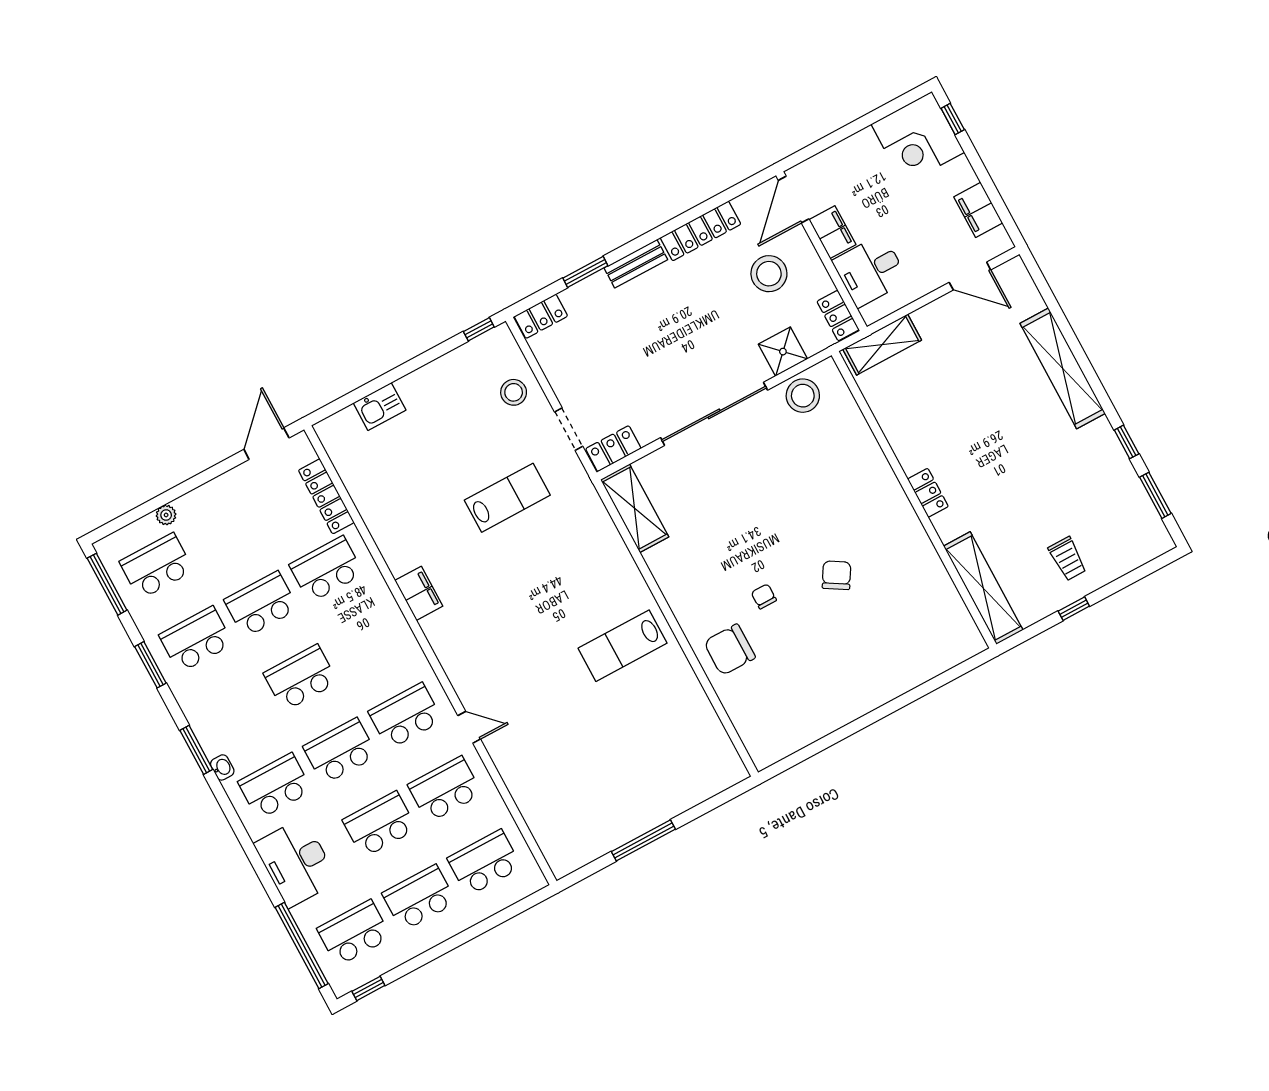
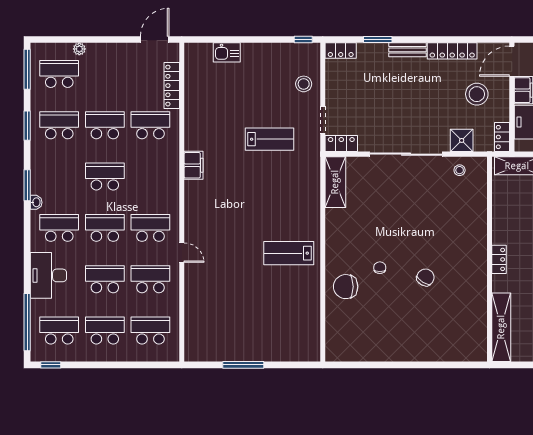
stool: (803, 396) -> (460, 170), width x0.53, depth x0.53

